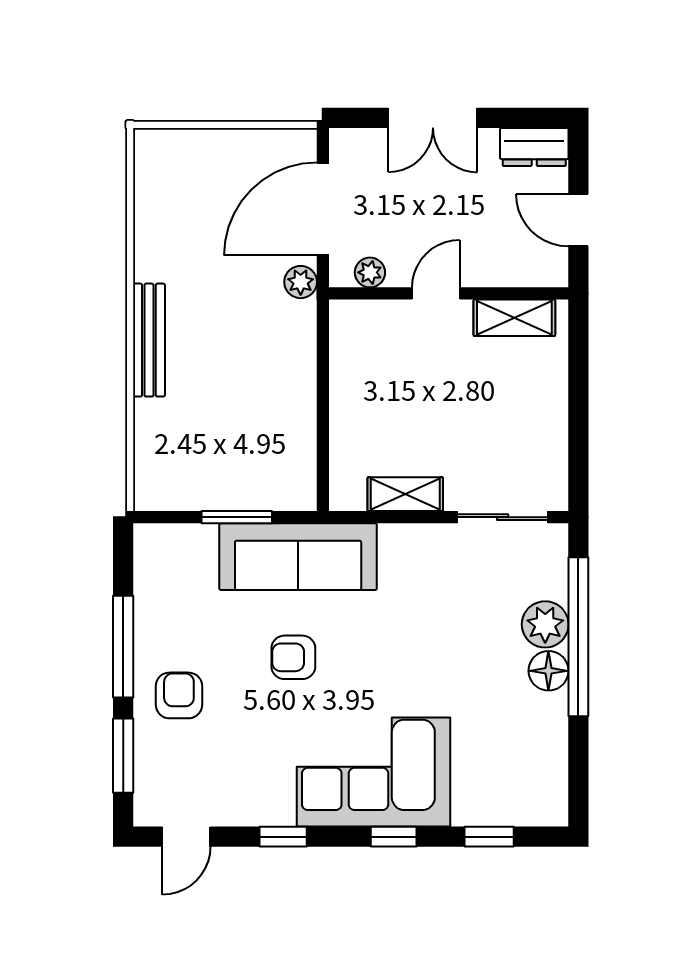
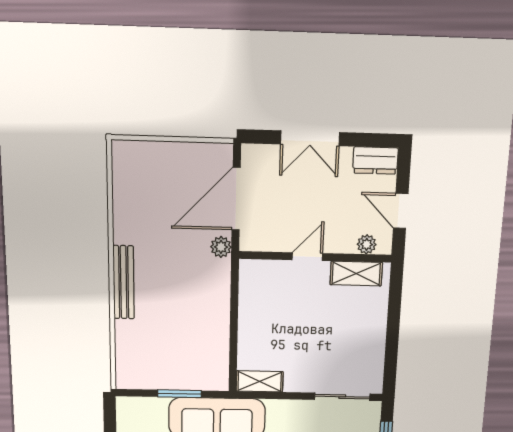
plant: (370, 272) -> (367, 244), moved
shelving: (405, 494) -> (260, 381), moved

